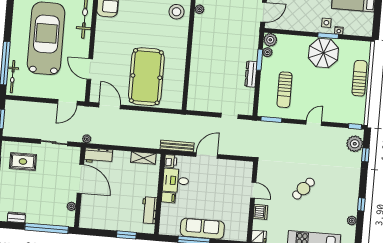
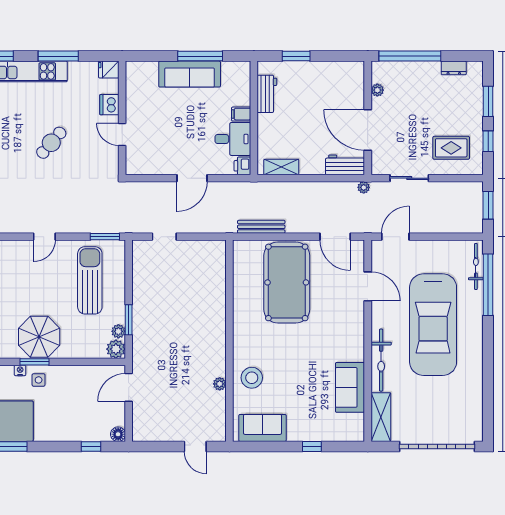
dresser: (251, 74) -> (139, 299), removed
sun lounger: (284, 90) -> (90, 280), width x1.36, depth x1.34
bench: (177, 146) -> (261, 227), moved

